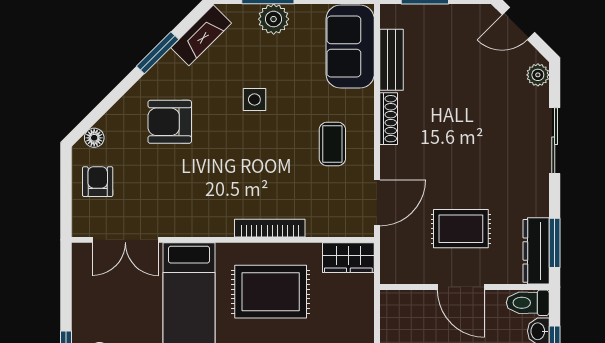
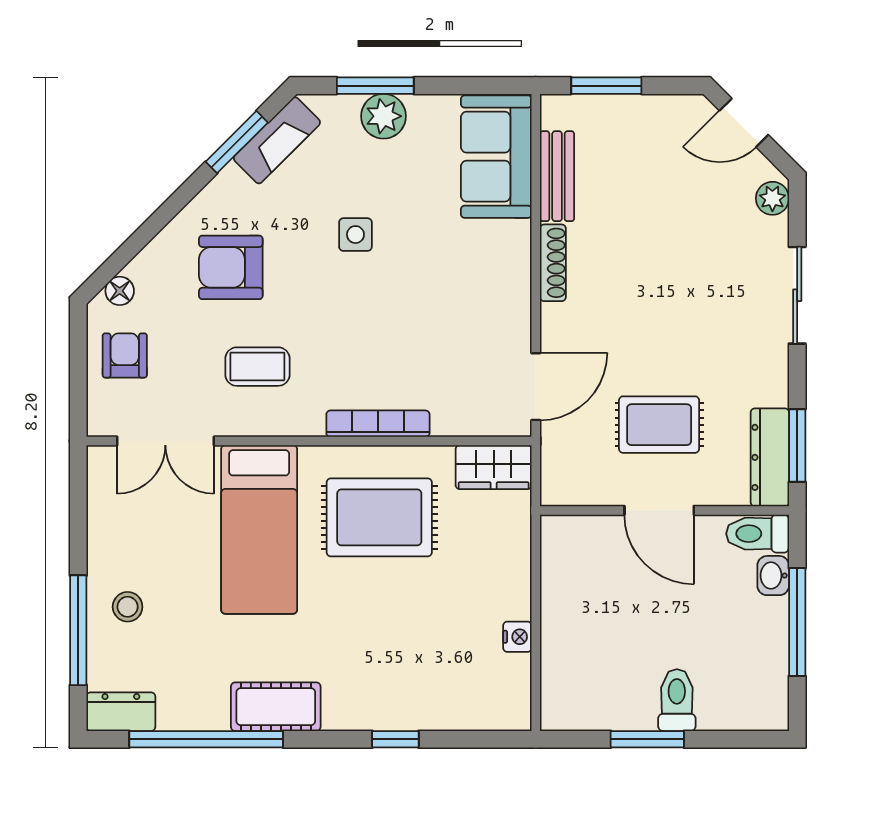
window: (158, 53) -> (237, 142), moved
coffee table: (332, 144) -> (257, 367), moved, turned 90

